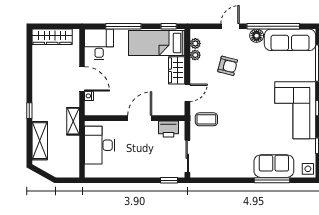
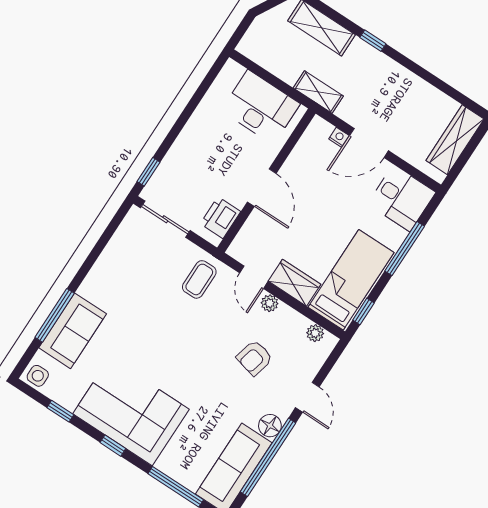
plant: (195, 55) -> (270, 303), moved

